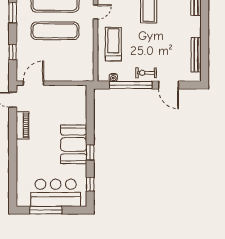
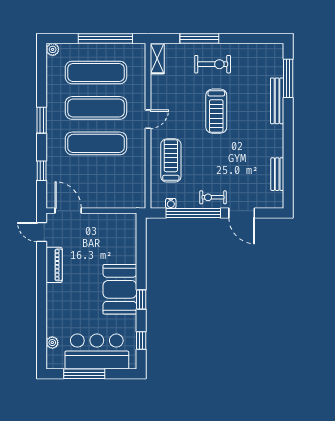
bench: (196, 55) -> (277, 174), width x0.73
door: (33, 83) -> (68, 211), hinge flipped
plant: (21, 186) -> (52, 343), added

